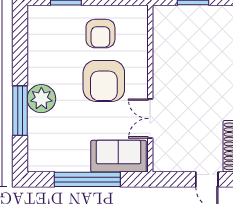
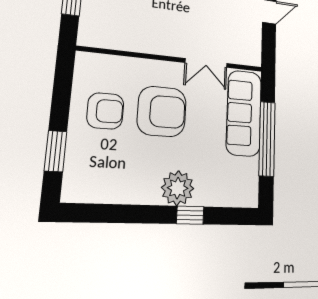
window: (20, 111) -> (190, 215), width x0.46
sofa: (118, 156) -> (244, 113), width x1.36

